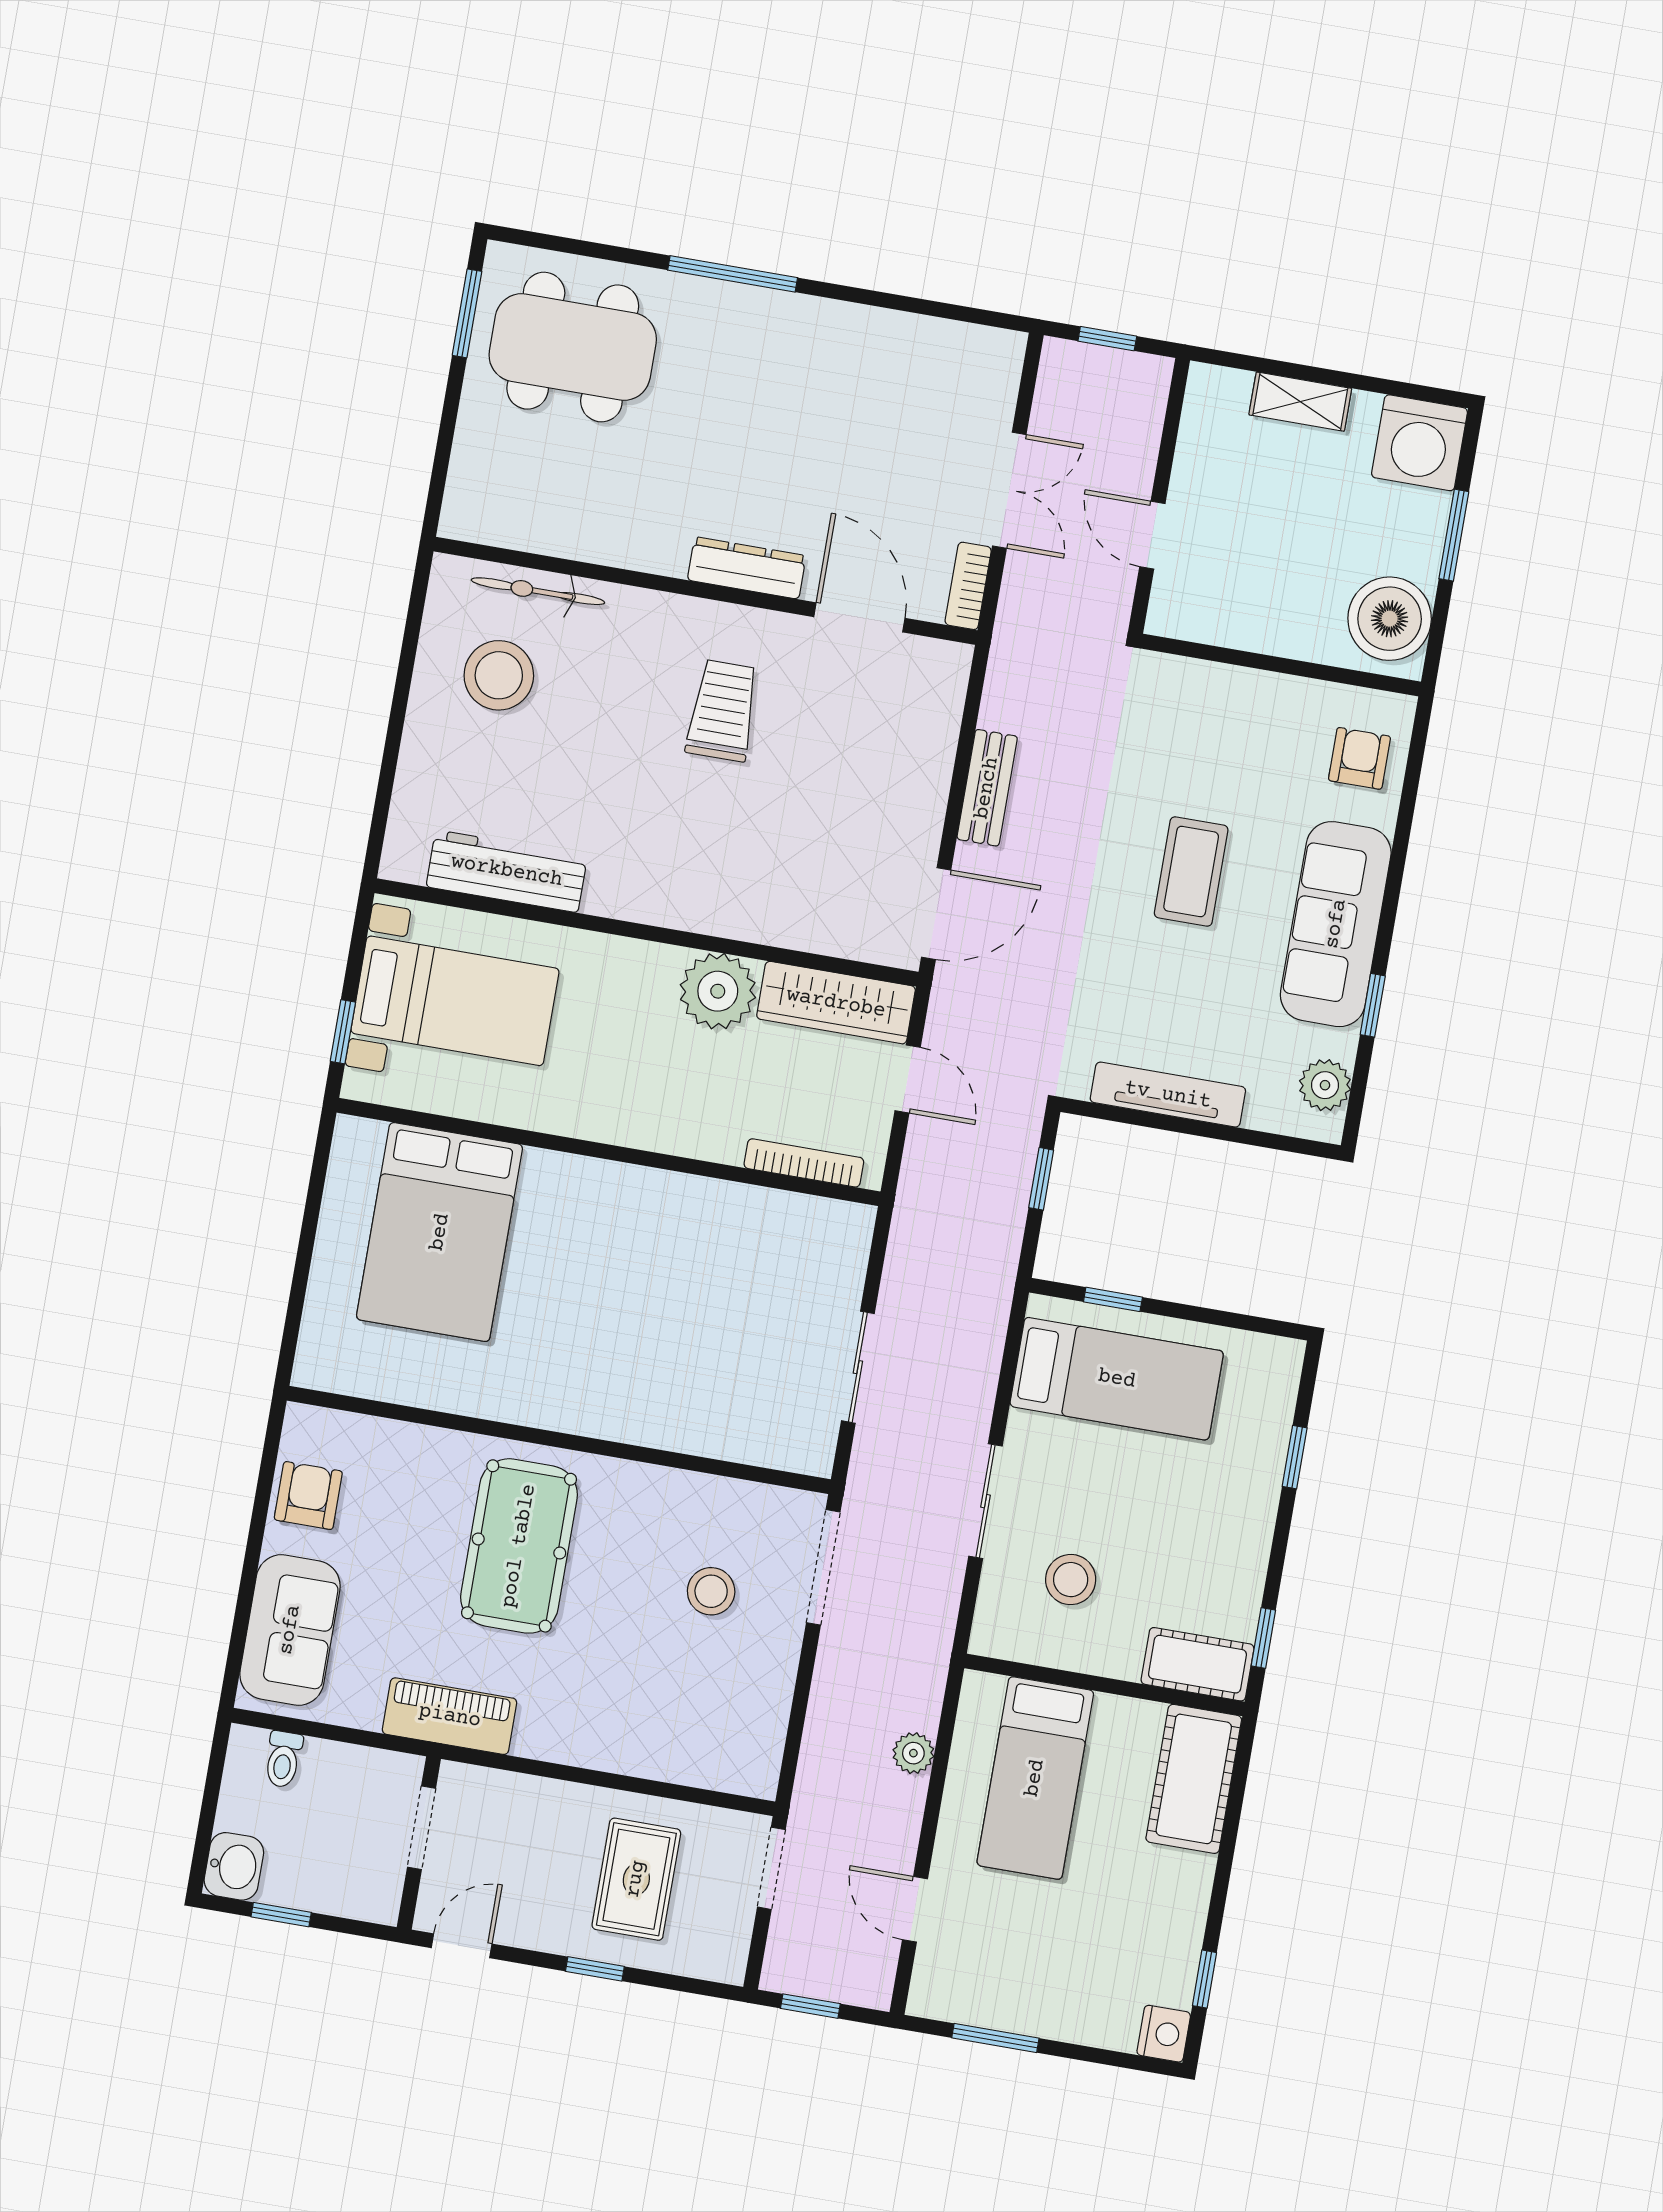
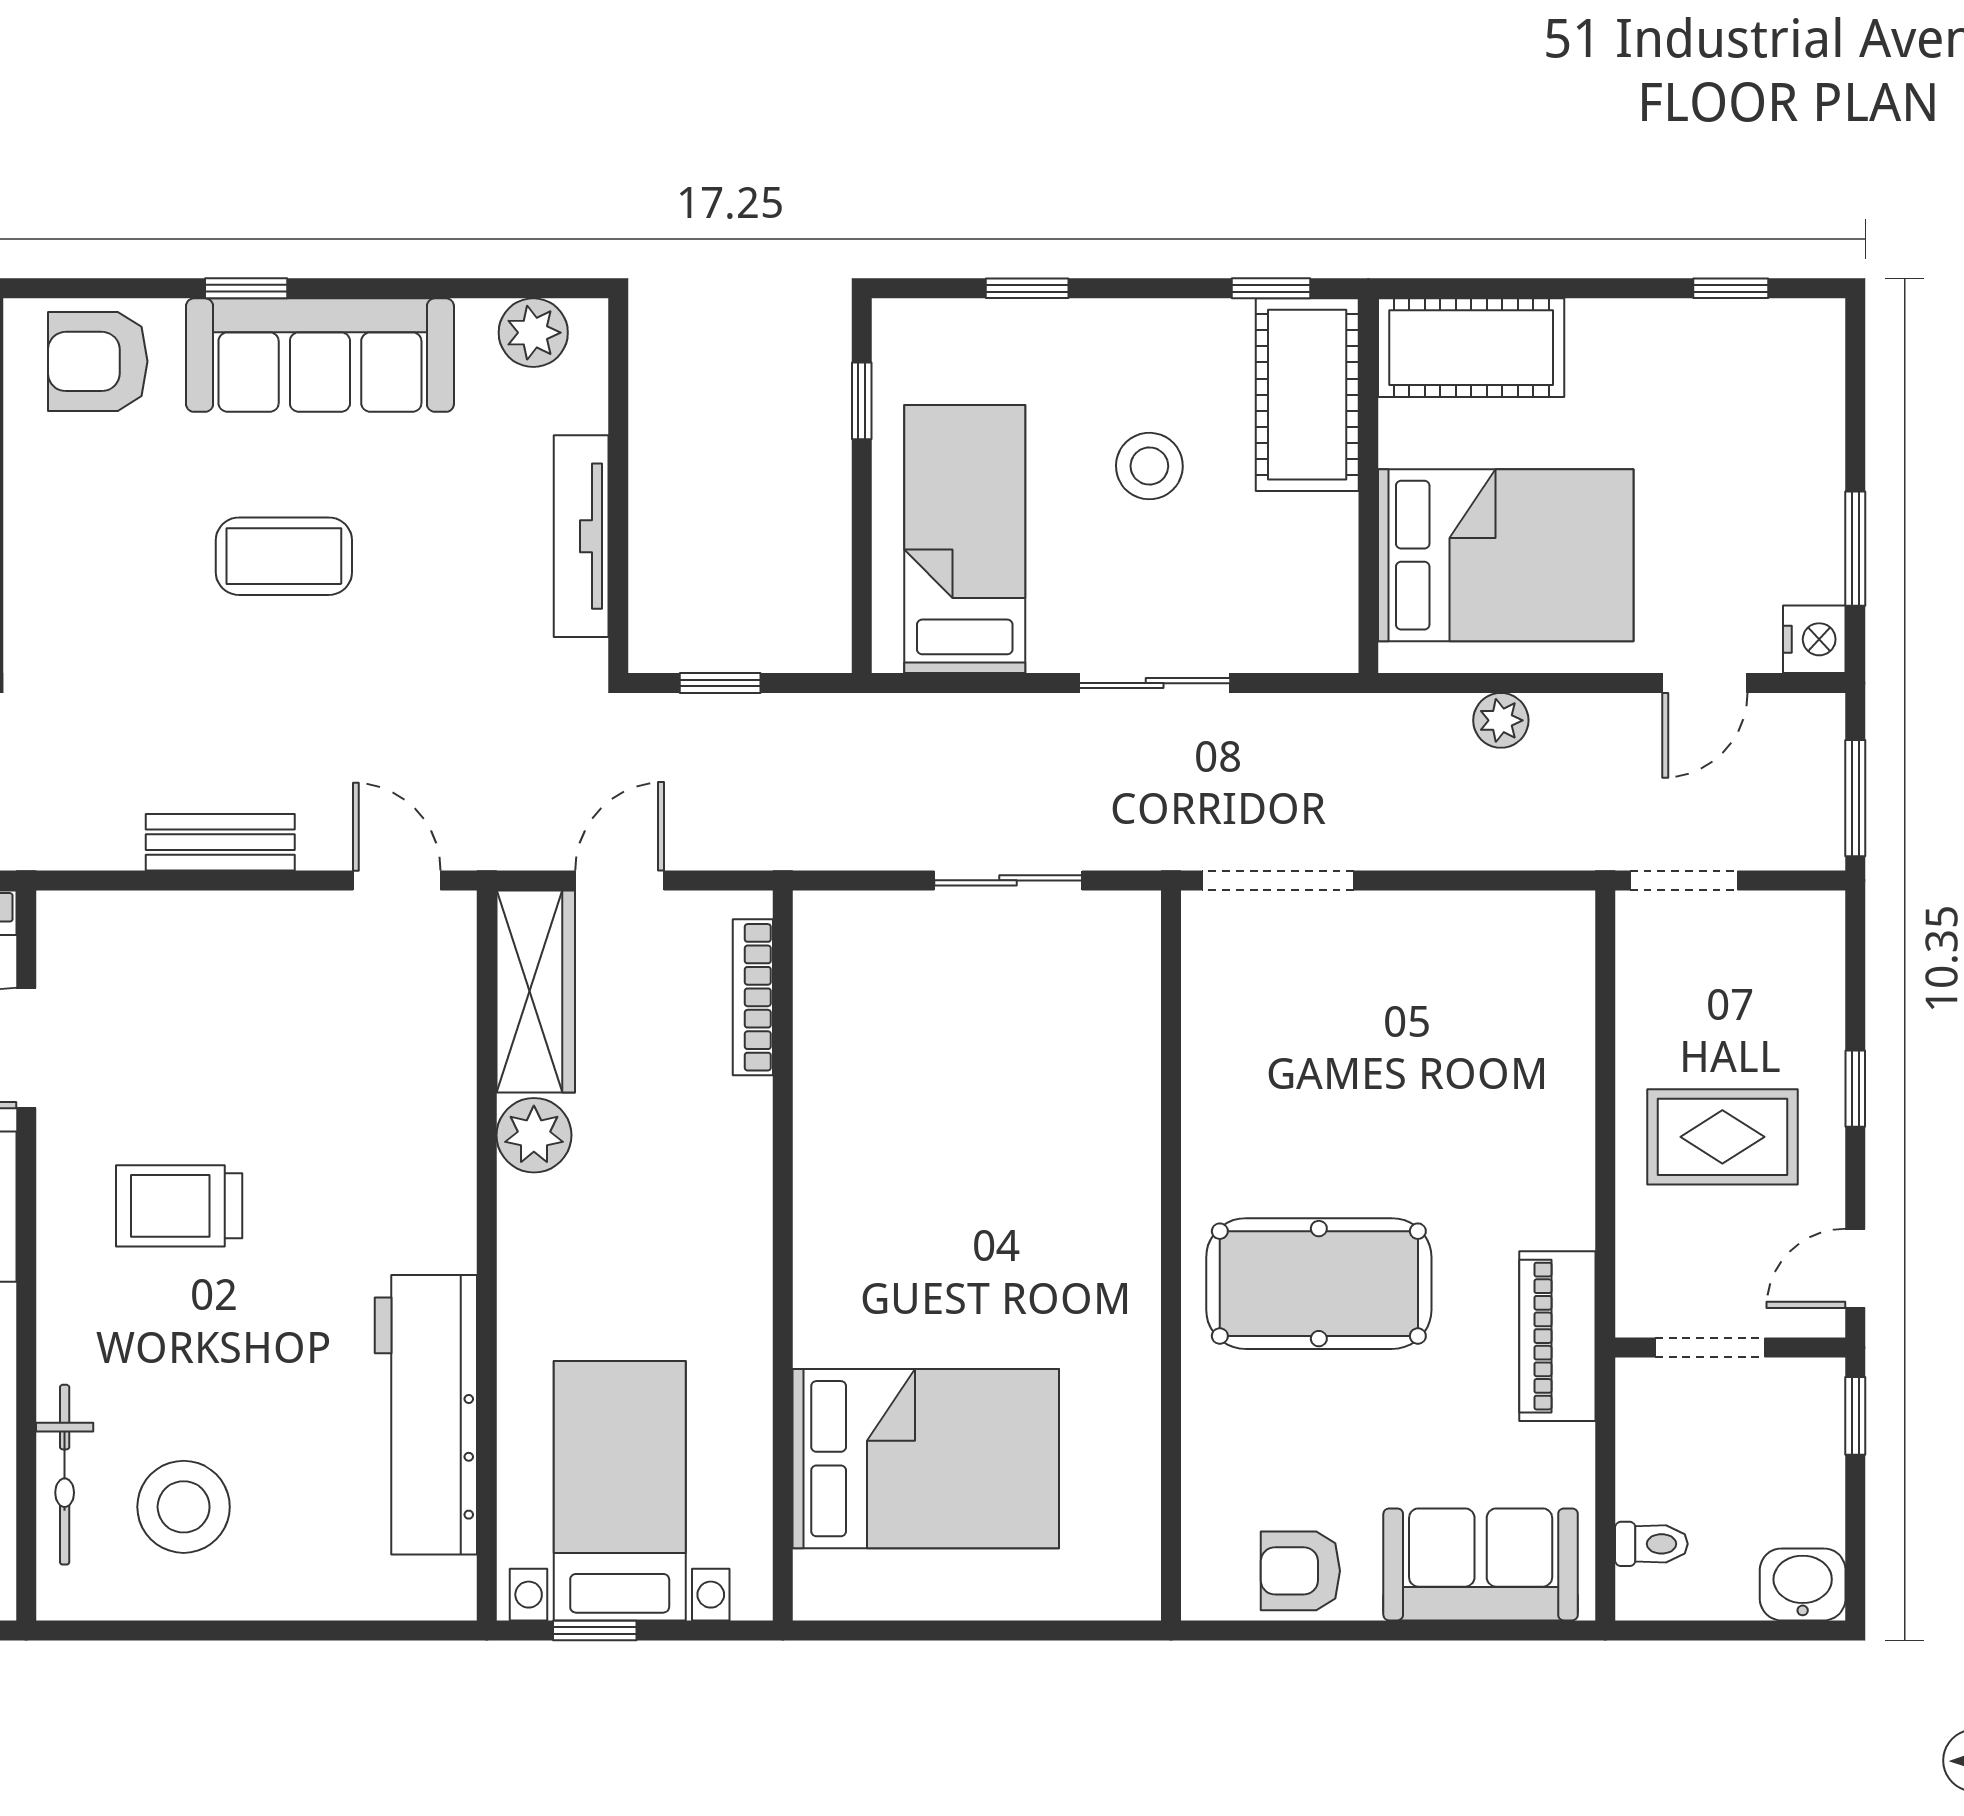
armchair: (1359, 758) -> (98, 361), width x1.38, depth x1.38
workbench: (507, 871) -> (426, 1415), width x1.36, depth x1.32
door: (936, 914) -> (397, 880), width x0.73
plant: (718, 991) -> (534, 1135), width x0.73, depth x0.73
window: (1373, 1005) -> (246, 288), moved
window: (343, 1032) -> (595, 1630), moved
window: (1113, 1299) -> (862, 401), moved
stool: (1071, 1580) -> (1149, 466), moved
stool: (711, 1591) -> (1335, 1022), removed
cot: (1197, 1664) -> (1307, 395), width x1.37, depth x1.34
bed: (1035, 1778) -> (1506, 555), width x1.50
rug: (636, 1879) -> (1722, 1137), moved
window: (281, 1915) -> (1855, 1416), moved
door: (462, 1946) -> (1855, 1268), hinge flipped
window: (810, 2006) -> (1855, 798), width x1.50
nightstand: (1164, 2034) -> (1814, 639), moved, turned 90

